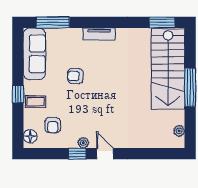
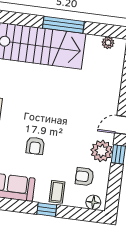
armchair: (53, 125) -> (84, 177), turned 180
plant: (83, 143) -> (102, 151), width x1.87, depth x1.87

